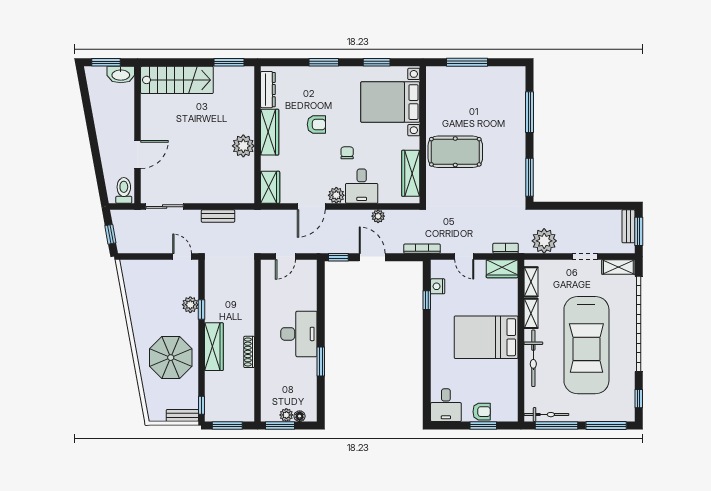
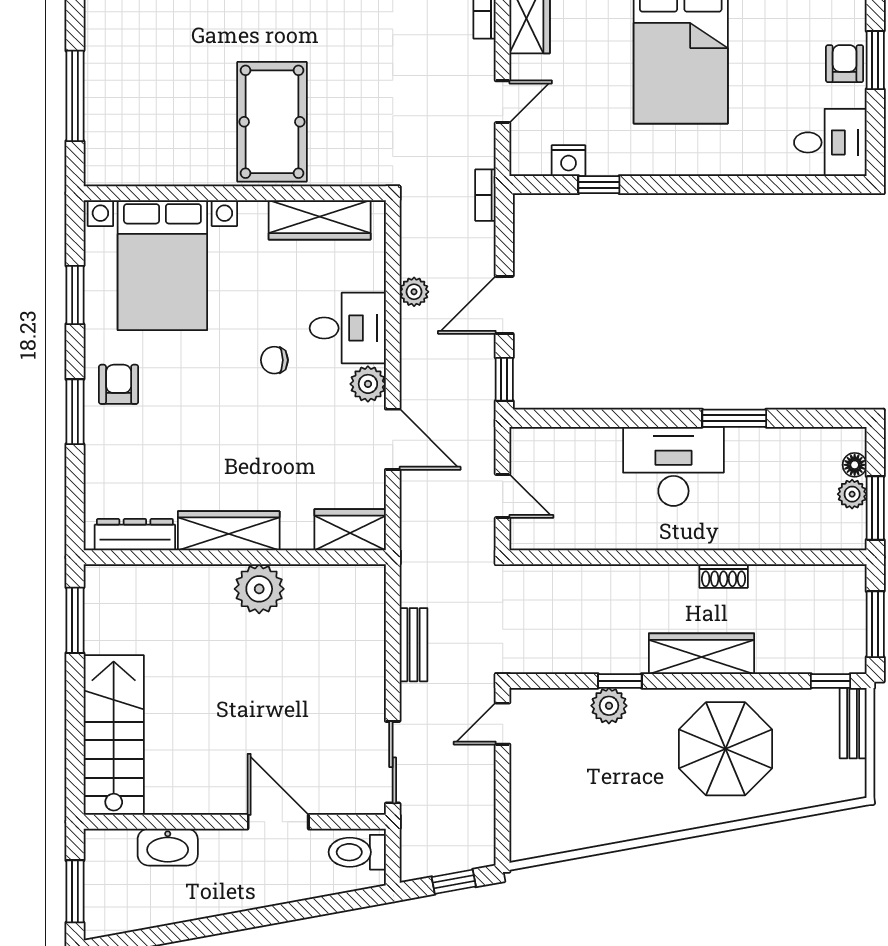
washbasin: (121, 75) -> (168, 847), moved, turned 90
armchair: (316, 124) -> (119, 384), moved
bookcase: (422, 249) -> (485, 195), width x0.64
shoe rack: (249, 352) -> (724, 576), width x0.70

